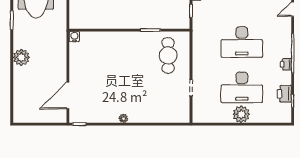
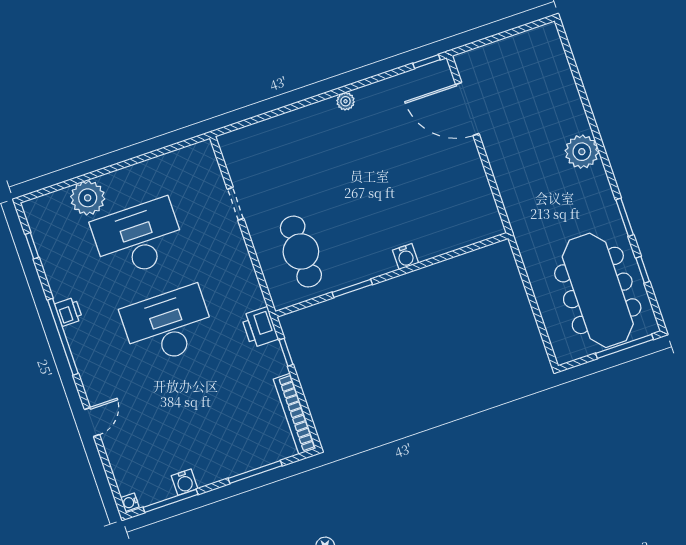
water cooler: (74, 37) -> (405, 256), moved
printer: (284, 94) -> (260, 327), moved, turned 180
door: (68, 95) -> (467, 109), swing flipped
plant: (241, 114) -> (88, 198), moved

